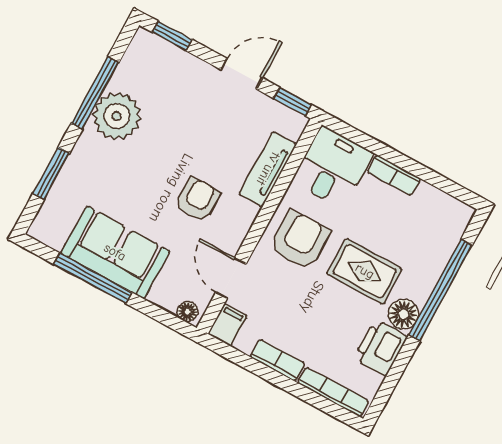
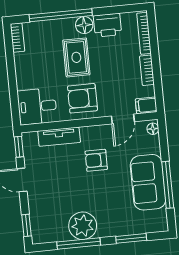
bookcase: (394, 175) -> (17, 38), moved

